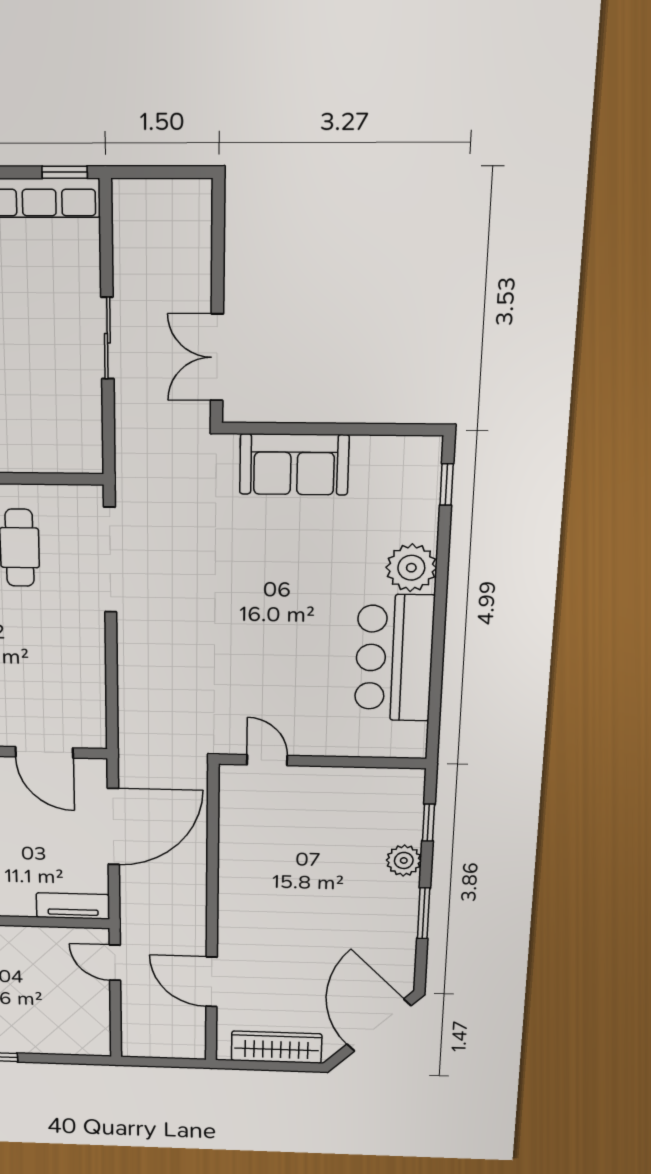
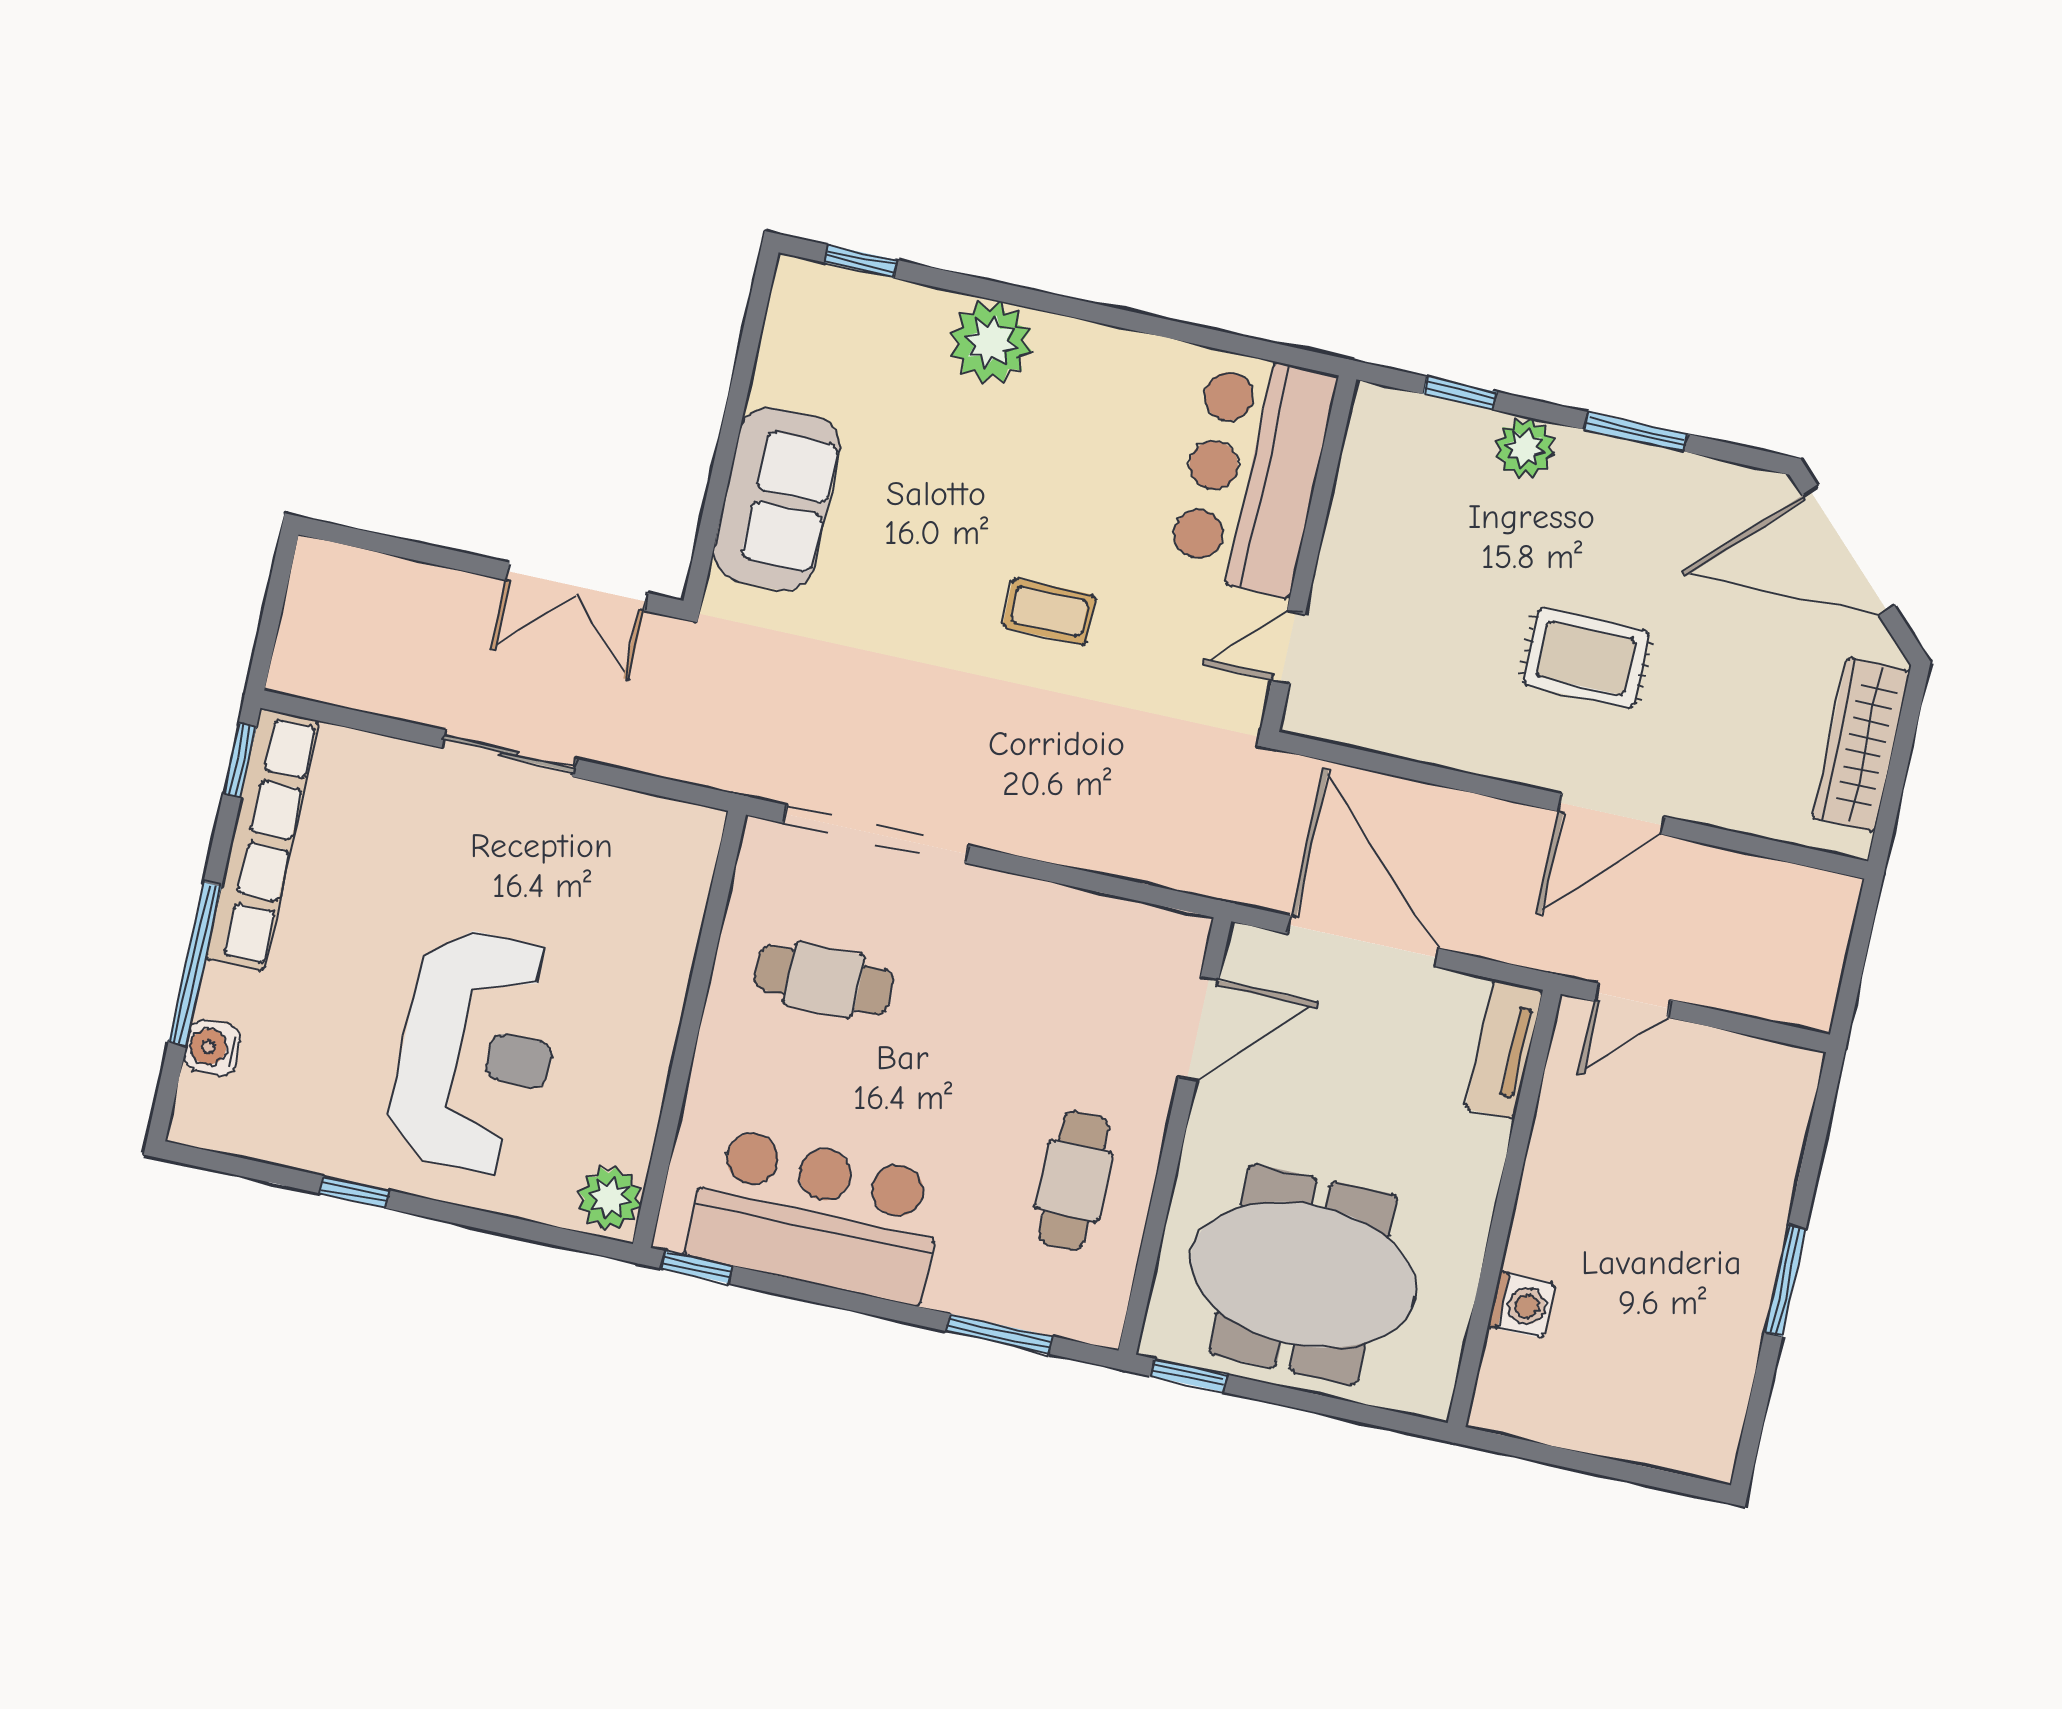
coffee table: (260, 630) -> (1049, 611), added
bar counter: (394, 658) -> (1252, 474), moved, turned 90
rug: (294, 910) -> (1586, 658), added
door: (212, 982) -> (1611, 814), moved

